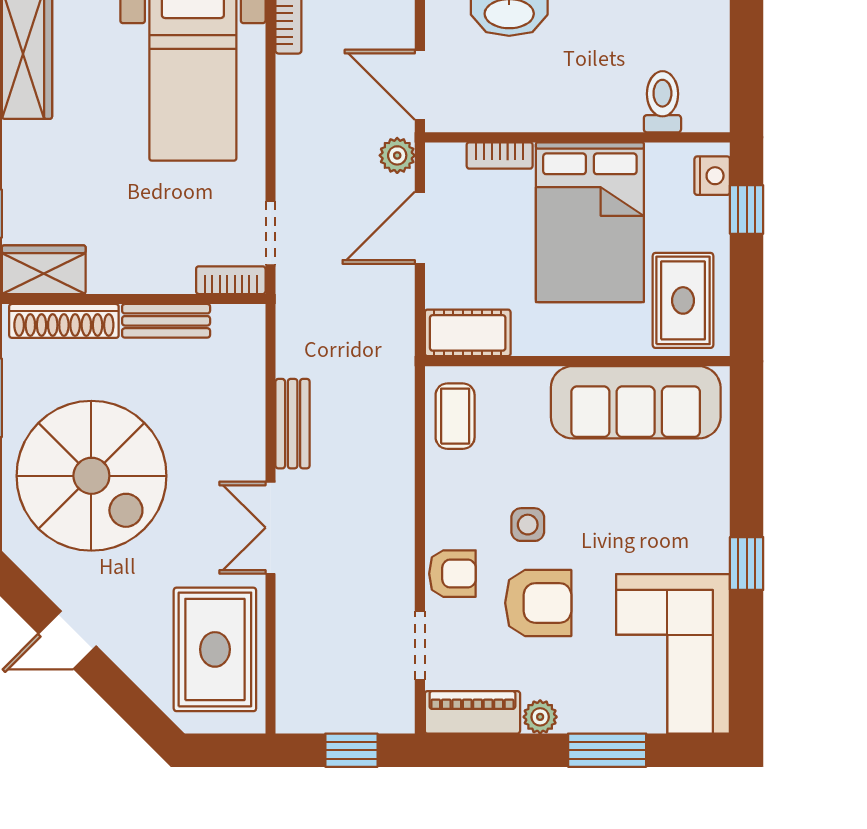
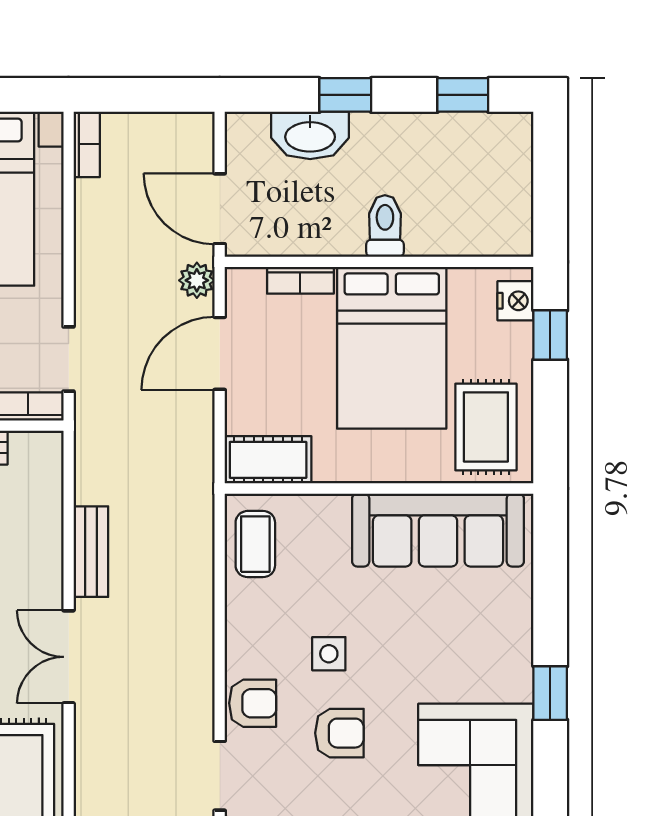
toilet: (662, 102) -> (385, 226), moved
armchair: (538, 603) -> (339, 733), width x0.72, depth x0.72

